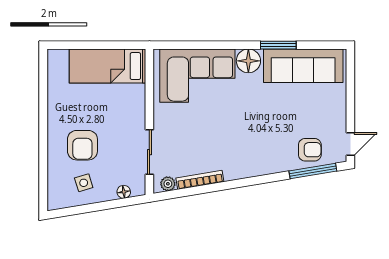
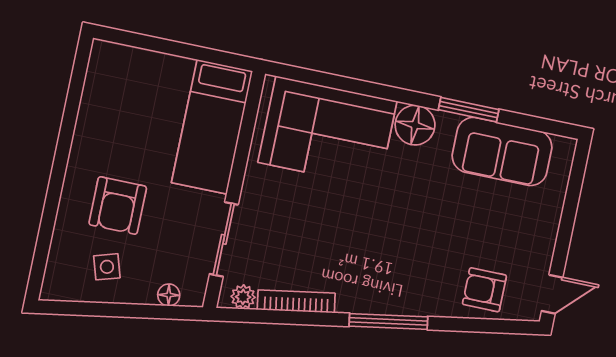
bed: (108, 66) -> (212, 127), moved, turned -90
sofa: (303, 66) -> (502, 151), width x0.73
armchair: (310, 150) -> (484, 290), turned 180
window: (313, 171) -> (388, 321), moved

